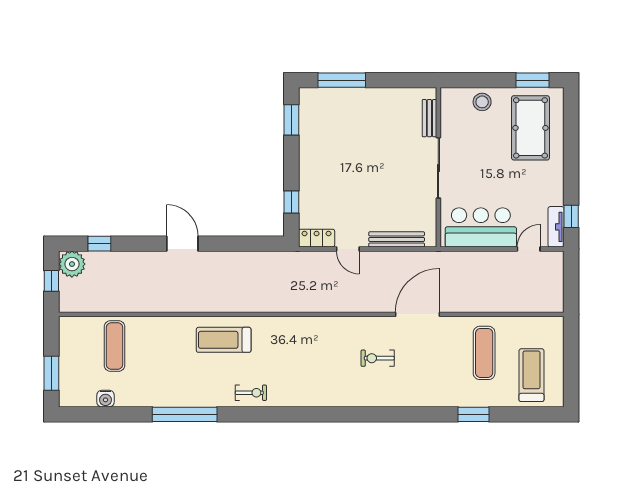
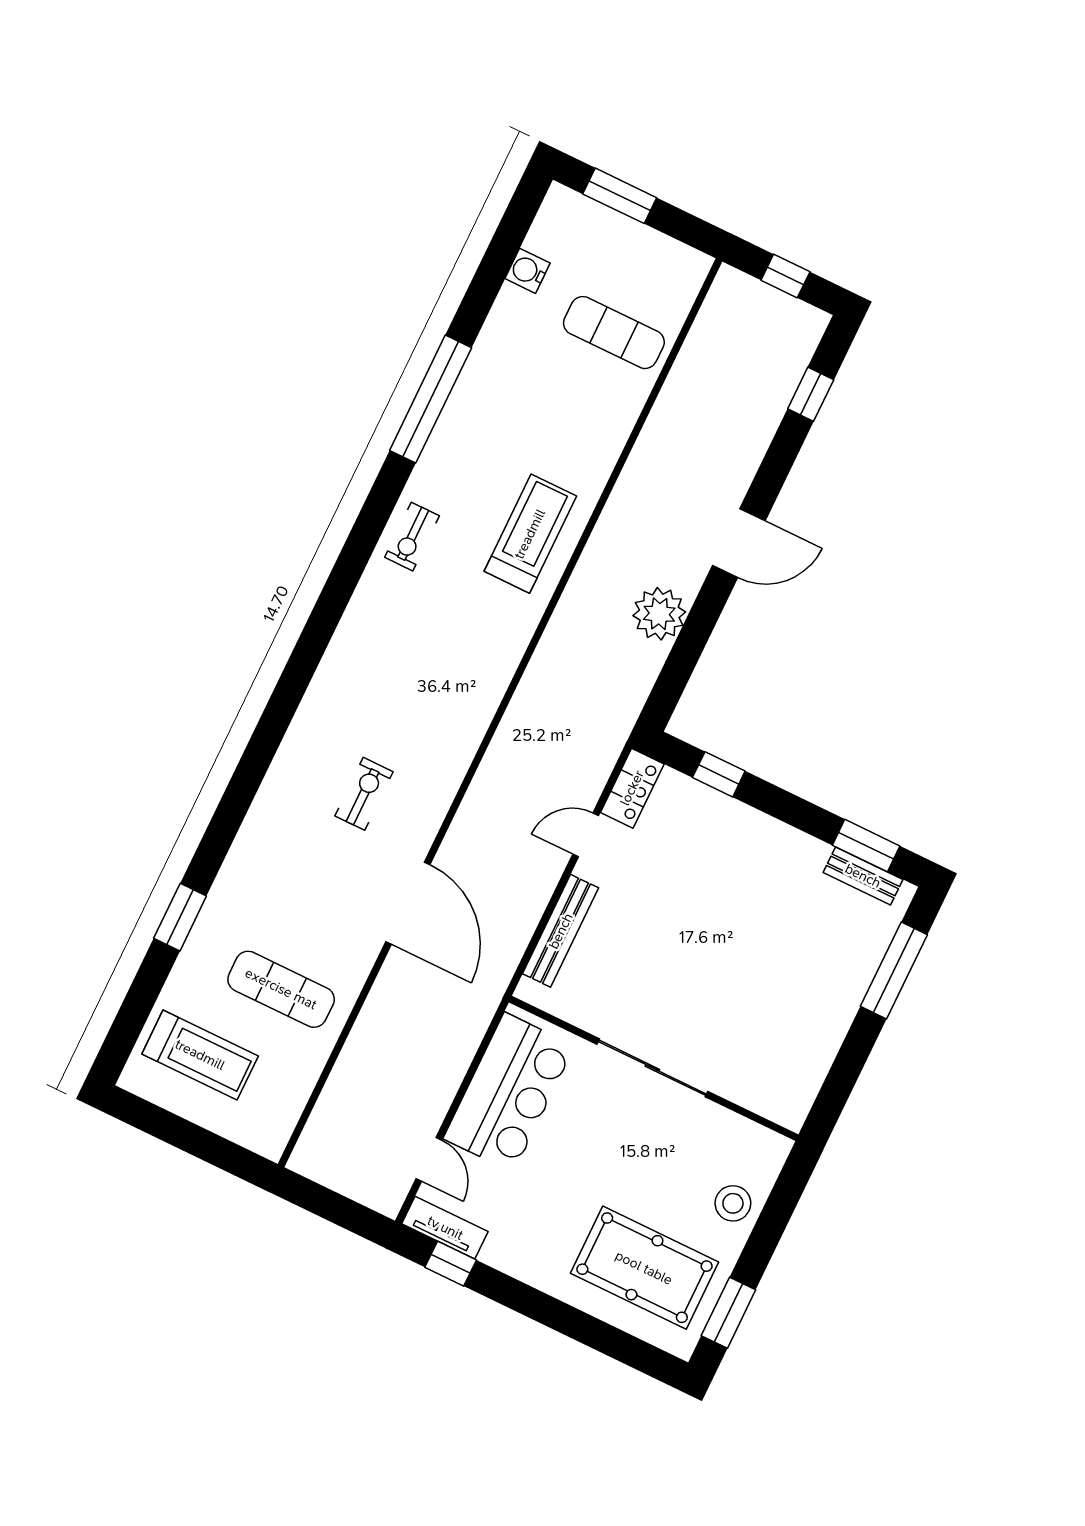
bench: (429, 118) -> (863, 876), moved
plant: (72, 264) -> (659, 614), moved

